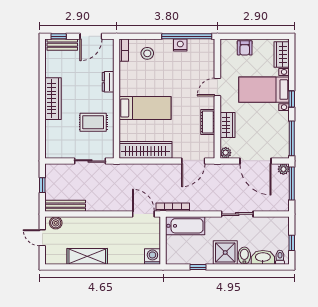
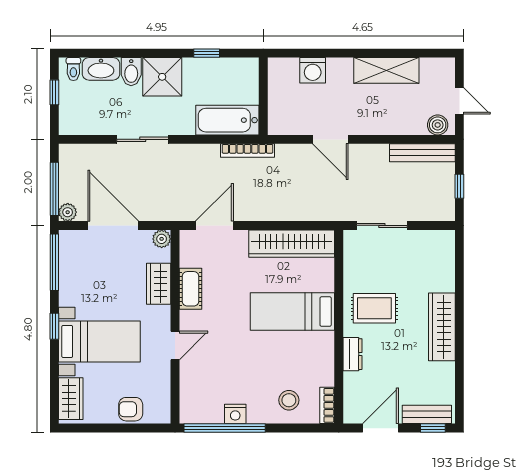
armchair: (245, 48) -> (131, 409), turned -90
rug: (93, 122) -> (374, 308), moved
door: (143, 214) -> (330, 139), moved
washing machine: (152, 257) -> (313, 70), moved

